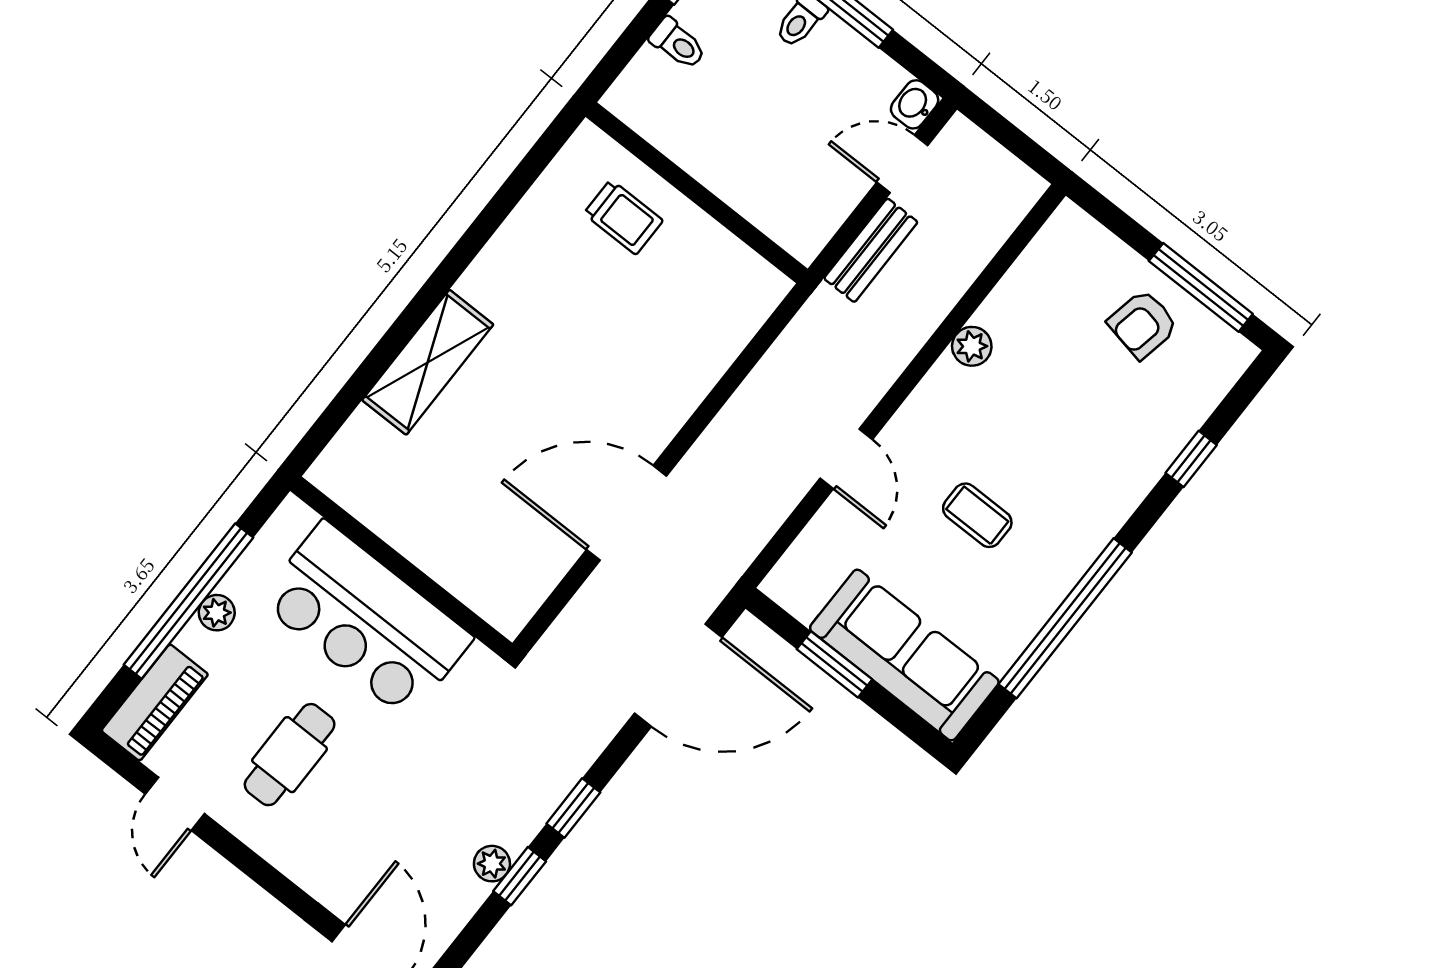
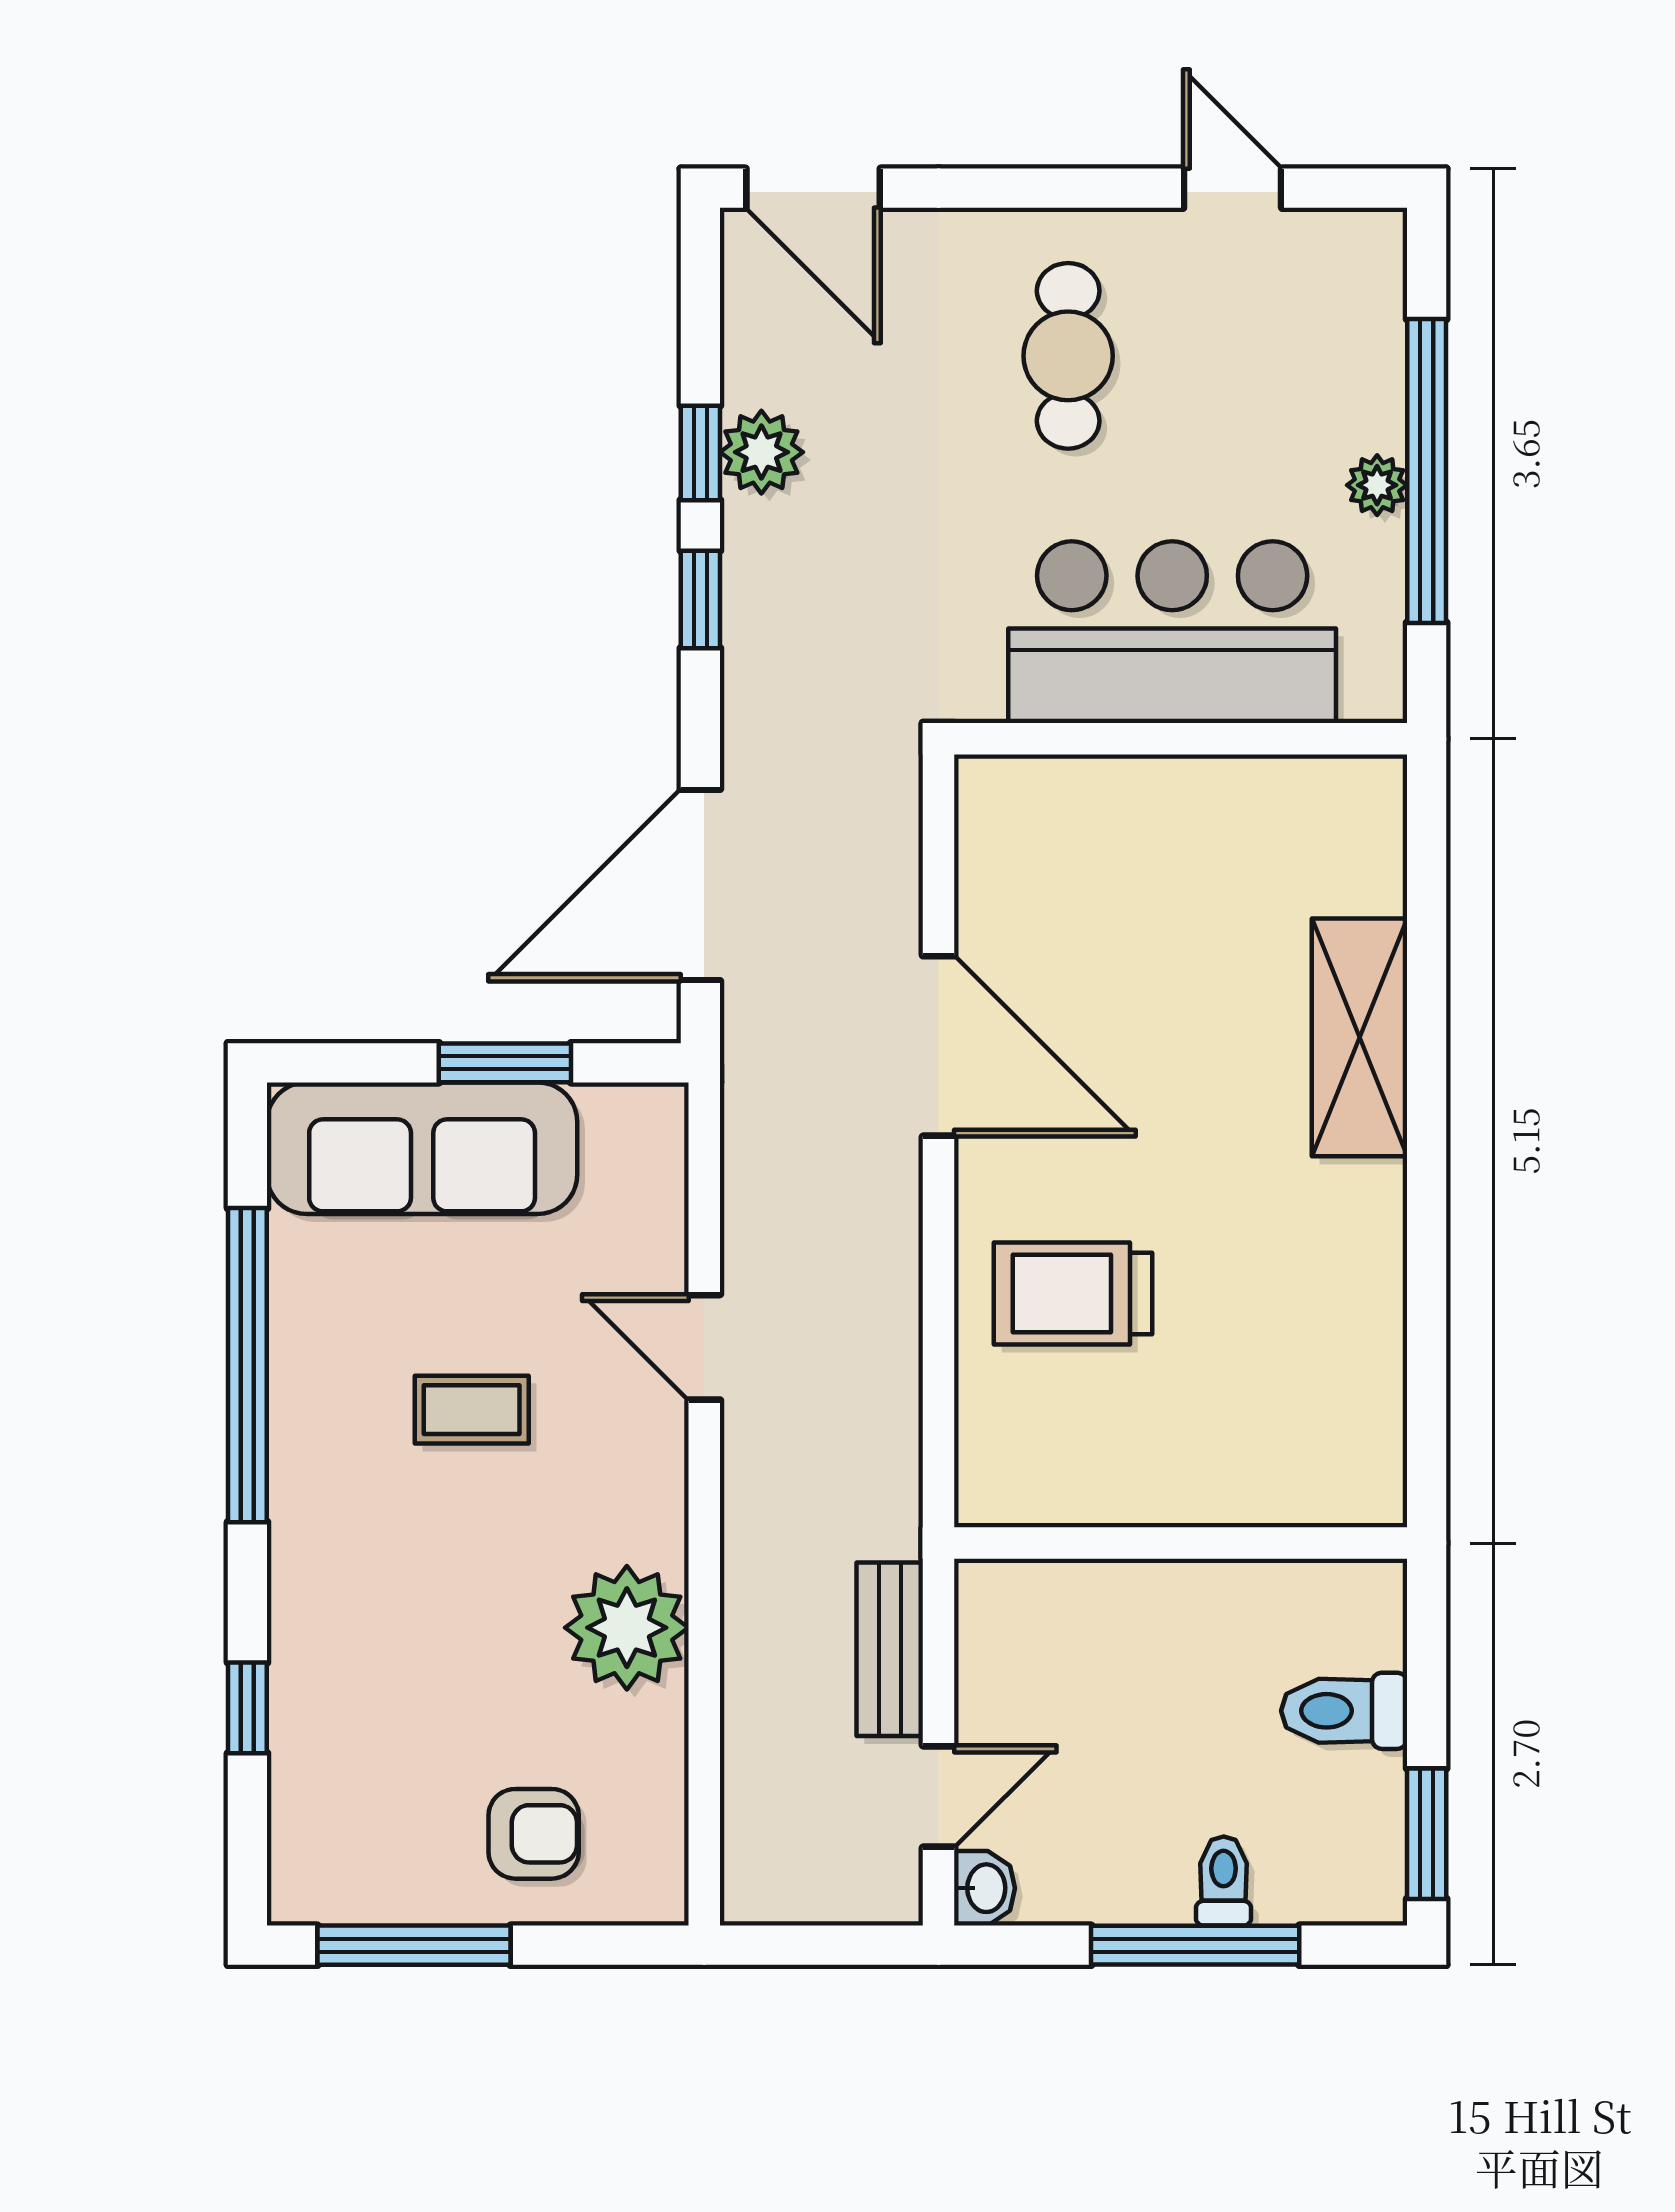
toilet: (678, 44) -> (1344, 1711), width x1.37, depth x1.39
trolley: (623, 217) -> (1073, 1294), moved, width x1.36, depth x1.39
armchair: (1143, 324) -> (534, 1834), moved, turned 79
plant: (972, 346) -> (627, 1628), width x1.88, depth x1.88
door: (627, 513) -> (939, 1046), hinge flipped
piano: (155, 702) -> (1365, 301), removed
cafe table: (290, 755) -> (1068, 356), moved
plant: (492, 864) -> (761, 452), width x1.38, depth x1.38

